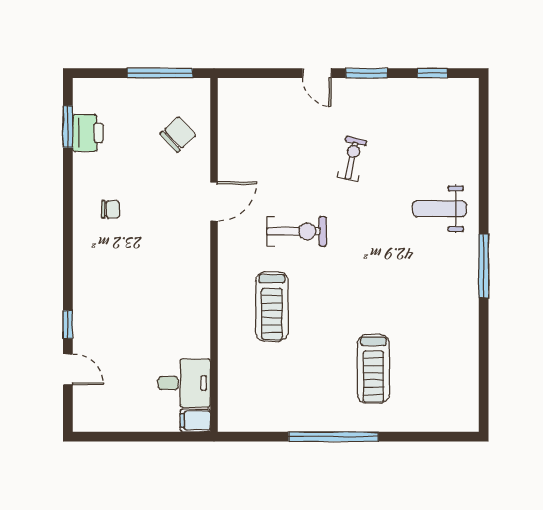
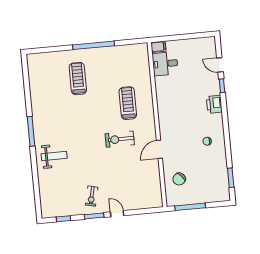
printer: (88, 133) -> (214, 104), moved
exercise bike: (352, 159) -> (92, 196), moved

